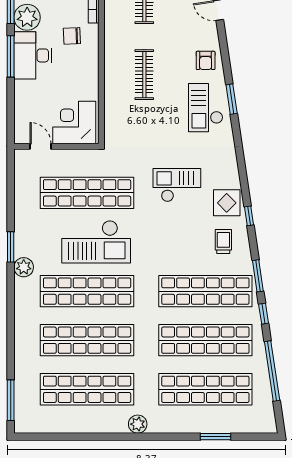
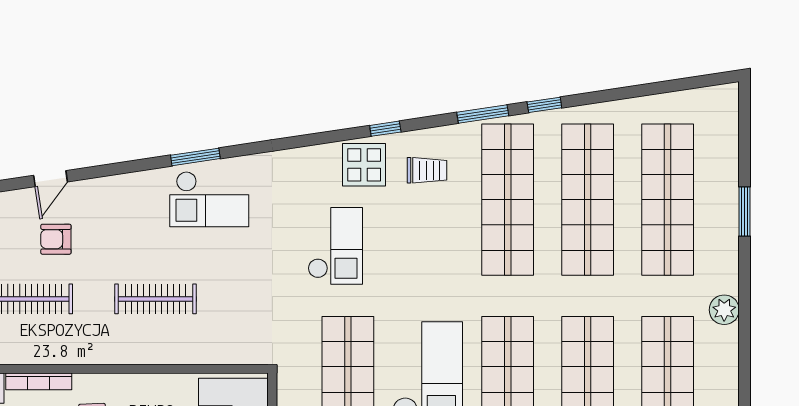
armchair: (206, 60) -> (56, 239), moved, turned 180
checkout: (177, 185) -> (335, 246), turned 180
trolley: (223, 242) -> (427, 170), turned 180
window: (272, 371) -> (638, 91), removed
window: (215, 437) -> (745, 211), moved

